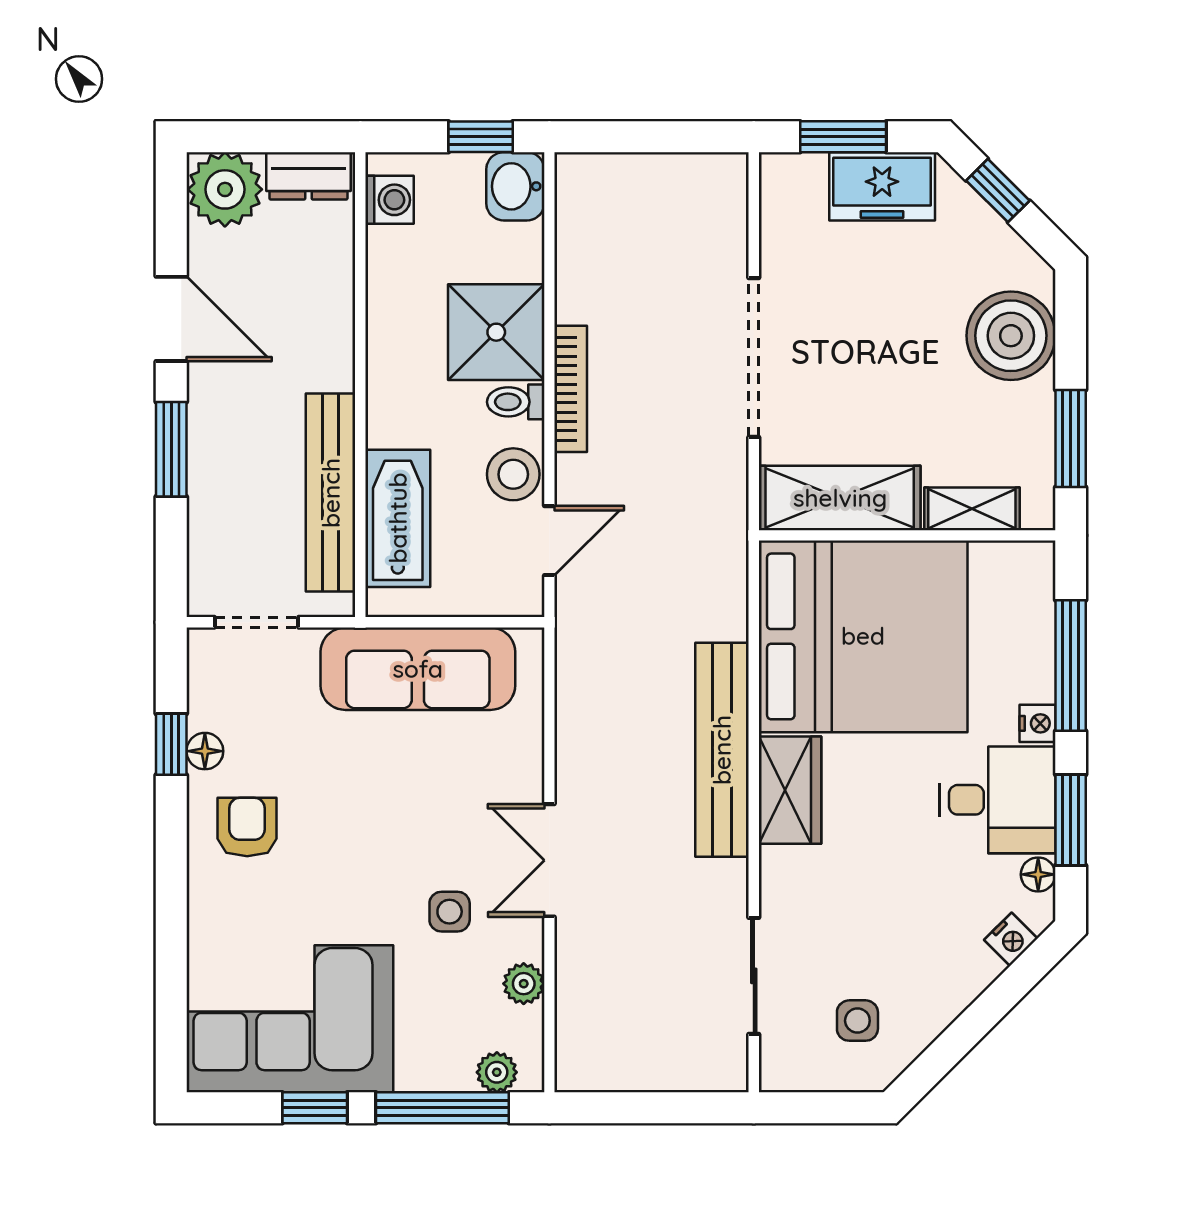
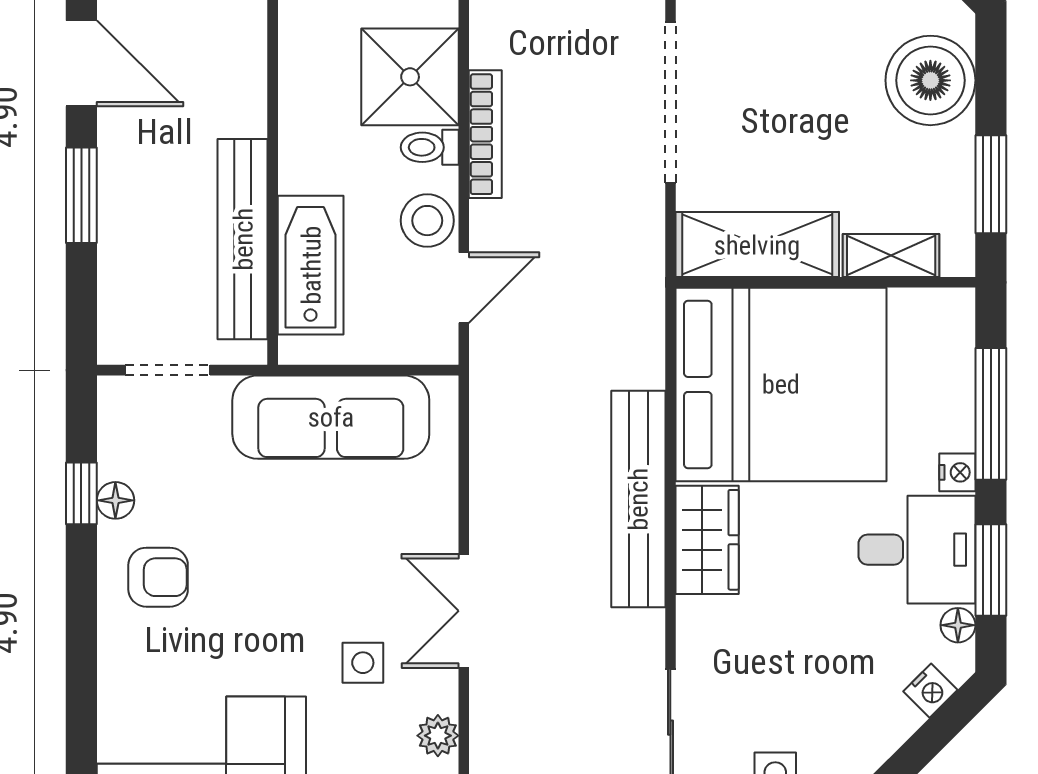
armchair: (247, 827) -> (158, 577), turned 90

